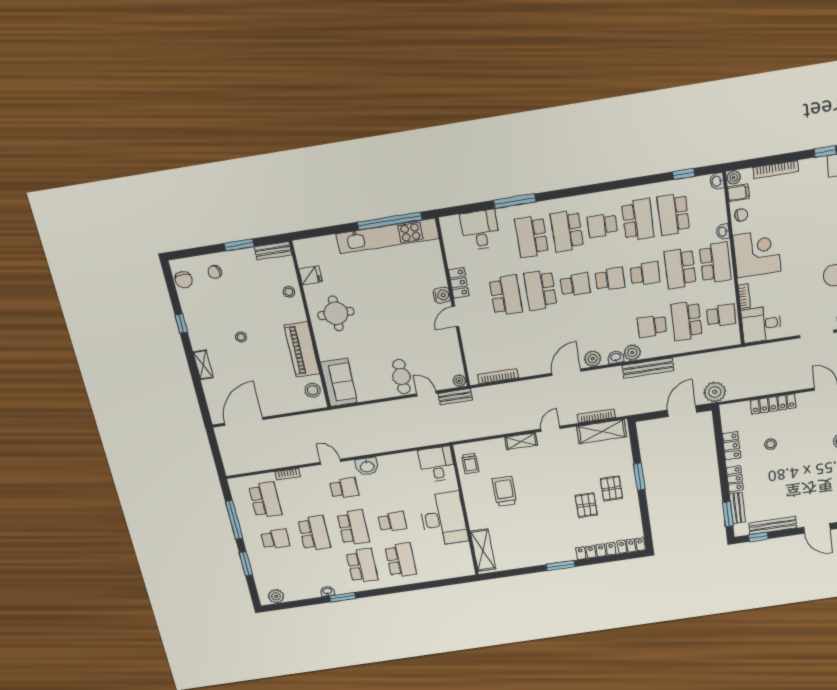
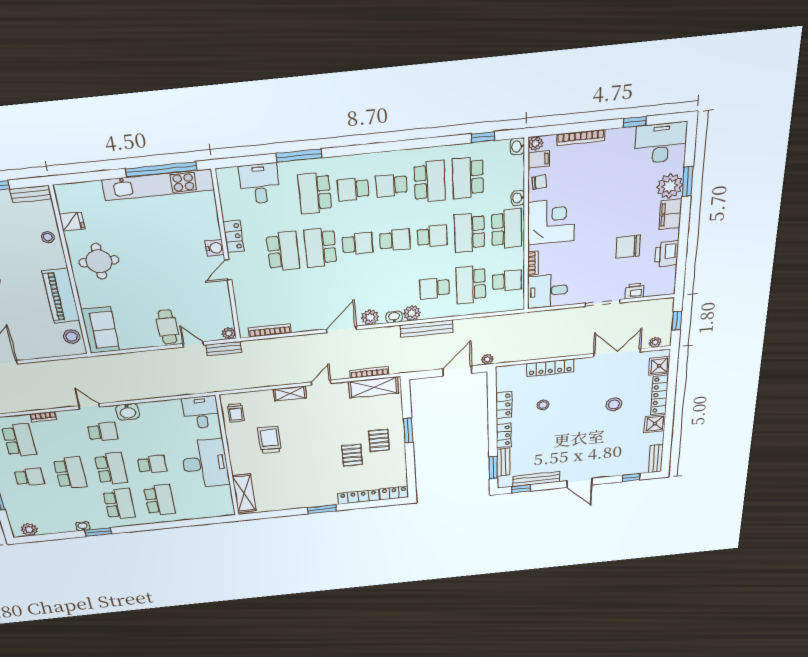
school desk: (567, 231) -> (353, 189), width x0.54
plant: (715, 392) -> (487, 359), width x0.53, depth x0.53

